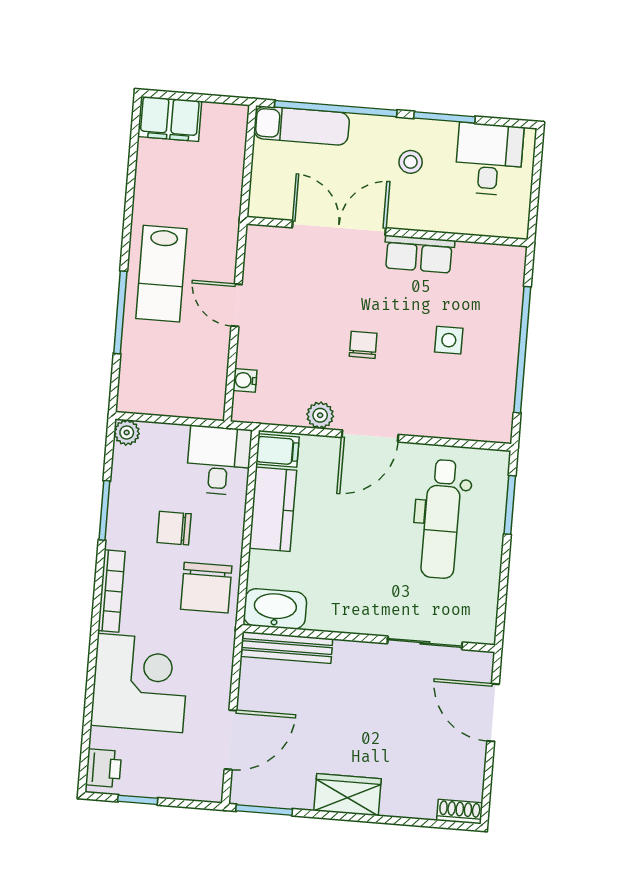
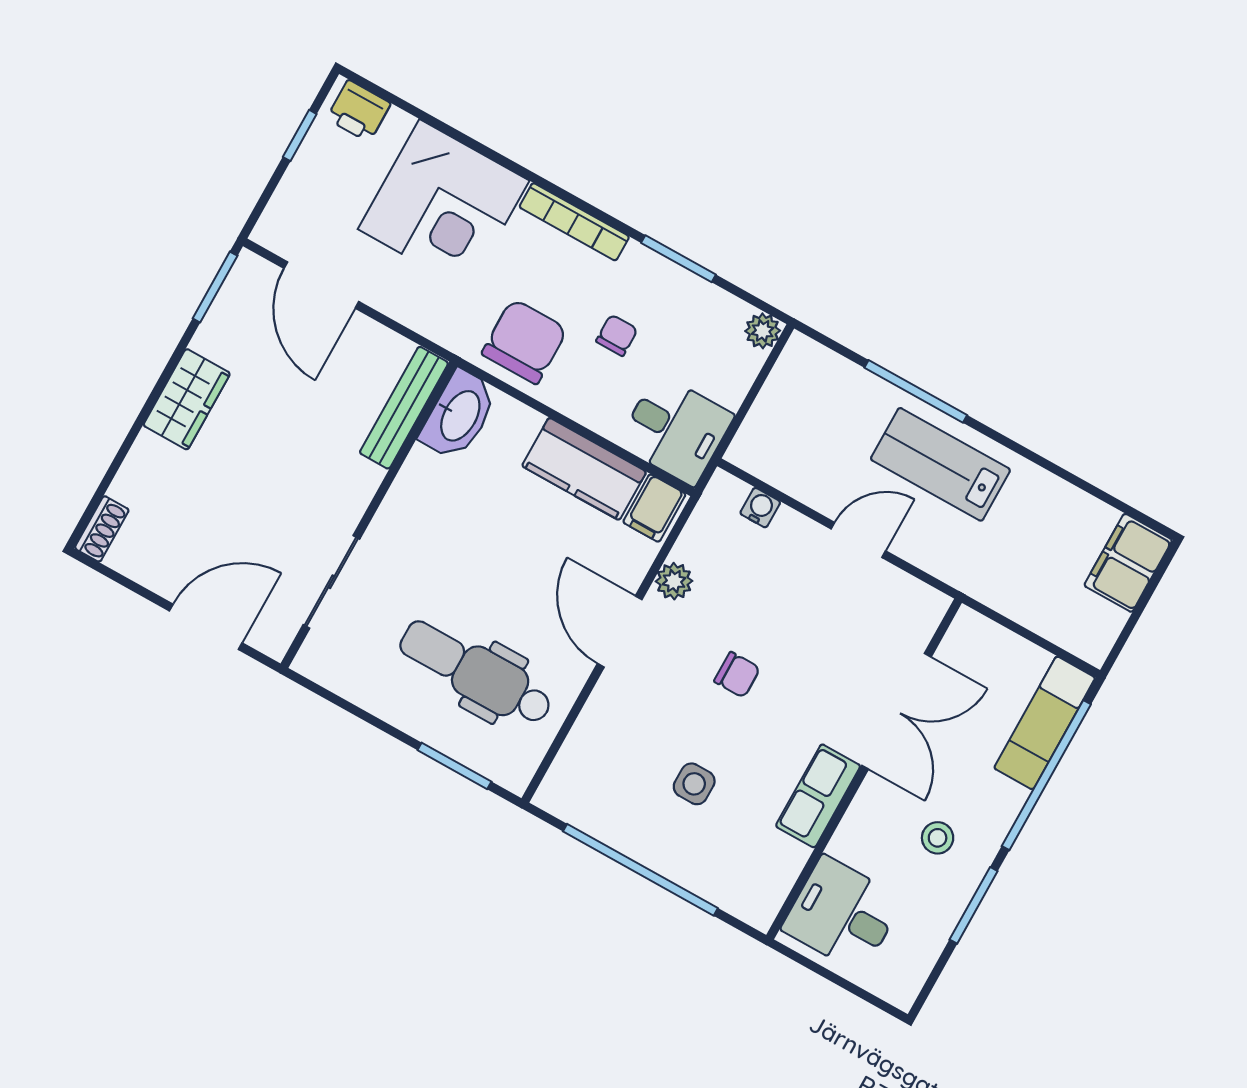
desk: (489, 159) -> (842, 914), moved, turned 180
chair: (174, 528) -> (617, 335), width x0.73, depth x0.73
chair: (206, 588) -> (525, 341), turned 90

